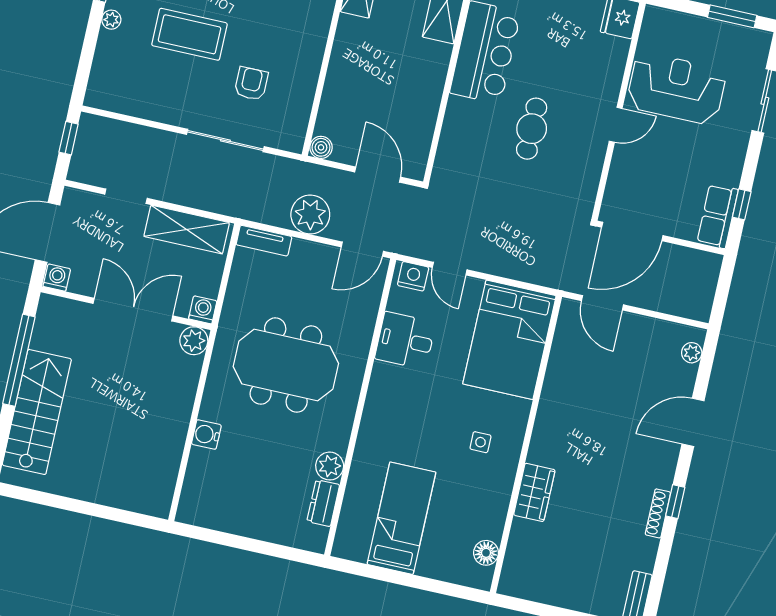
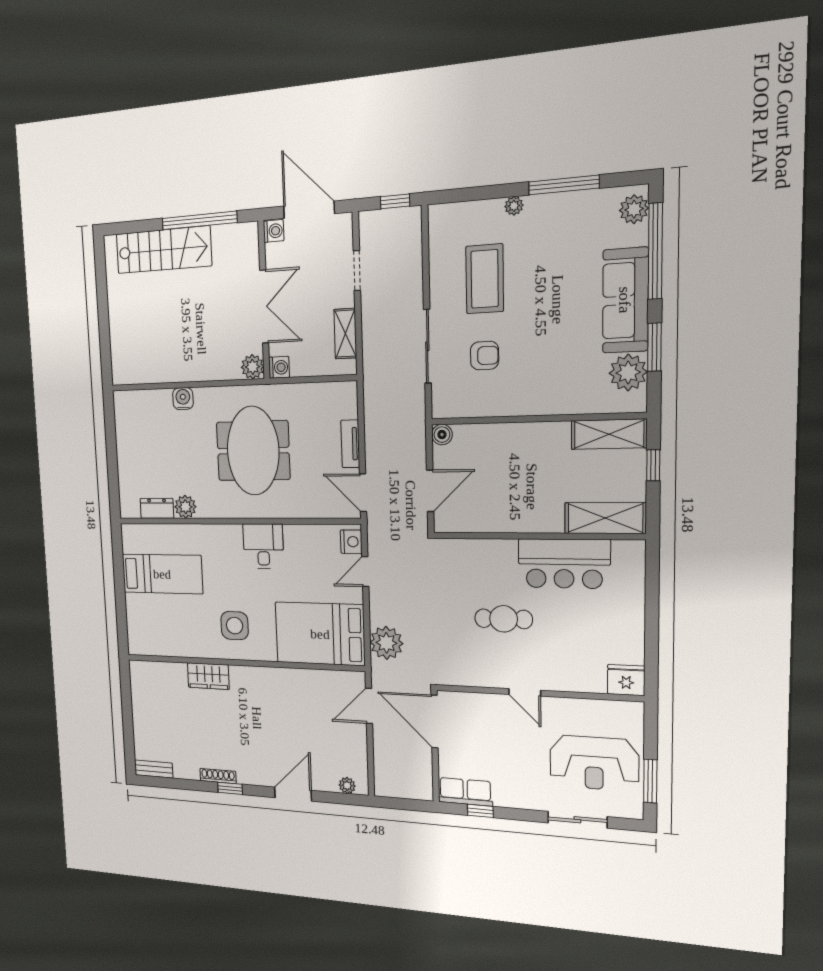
coffee table: (190, 34) -> (485, 279), moved
reception desk: (676, 88) -> (594, 763), moved, turned 90
plant: (310, 214) -> (386, 643), moved
shelving: (187, 230) -> (345, 334), width x0.67, depth x0.75
tv unit: (264, 241) -> (350, 444), moved
desk: (405, 341) -> (263, 546), moved
door: (693, 422) -> (293, 794), hinge flipped
side table: (480, 442) -> (235, 626), width x1.87, depth x1.87
floor lamp: (486, 553) -> (155, 646), removed

